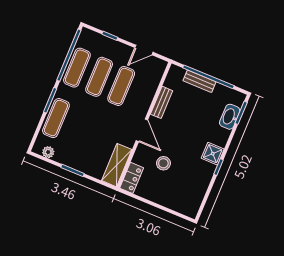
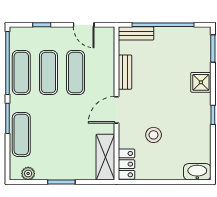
door: (144, 50) -> (84, 25), hinge flipped
bench: (199, 81) -> (136, 33), moved
washbasin: (230, 117) -> (197, 172), moved, turned 90
door: (142, 130) -> (117, 110), swing flipped
shower: (213, 154) -> (201, 82), moved

